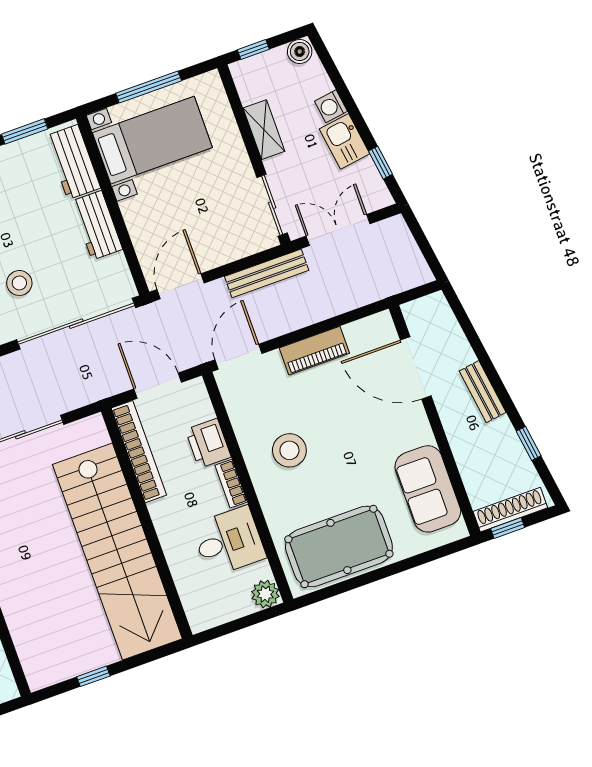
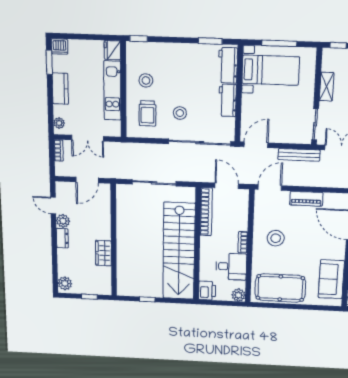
printer: (208, 443) -> (207, 291), moved, turned 180

